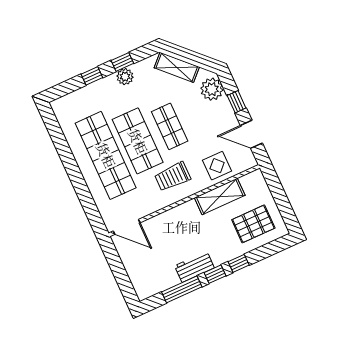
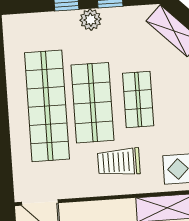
plant: (125, 77) -> (91, 20), moved

